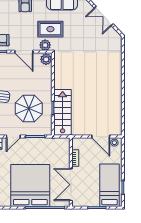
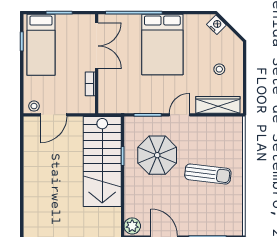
stairs: (63, 112) -> (102, 162), width x1.36, depth x1.51
door: (101, 137) -> (54, 115), swing flipped
bed: (30, 185) -> (162, 44), width x0.73

